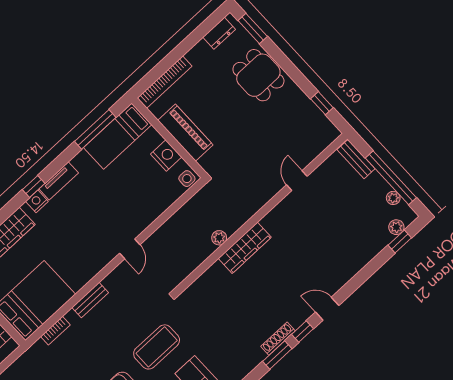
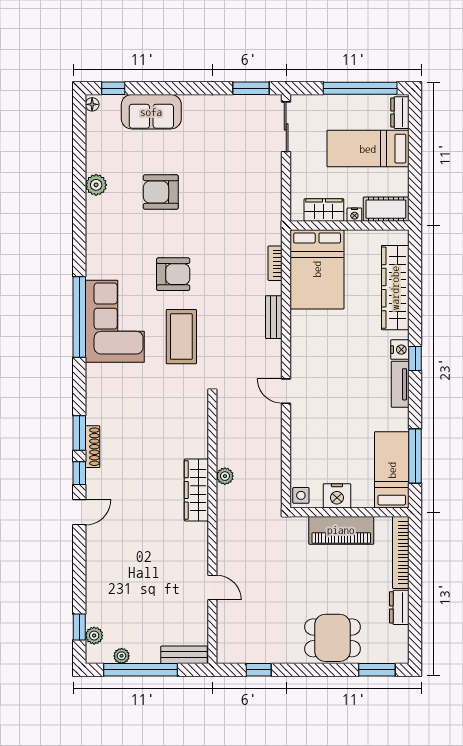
dresser: (219, 33) -> (399, 607), moved

